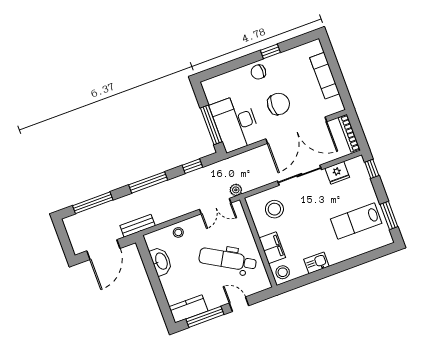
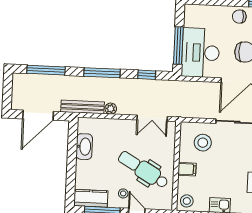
plant: (236, 190) -> (111, 109), moved
bench: (138, 226) -> (82, 107), width x1.36
stool: (178, 232) -> (123, 193), moved
filing cabinet: (272, 248) -> (187, 169), width x0.50

